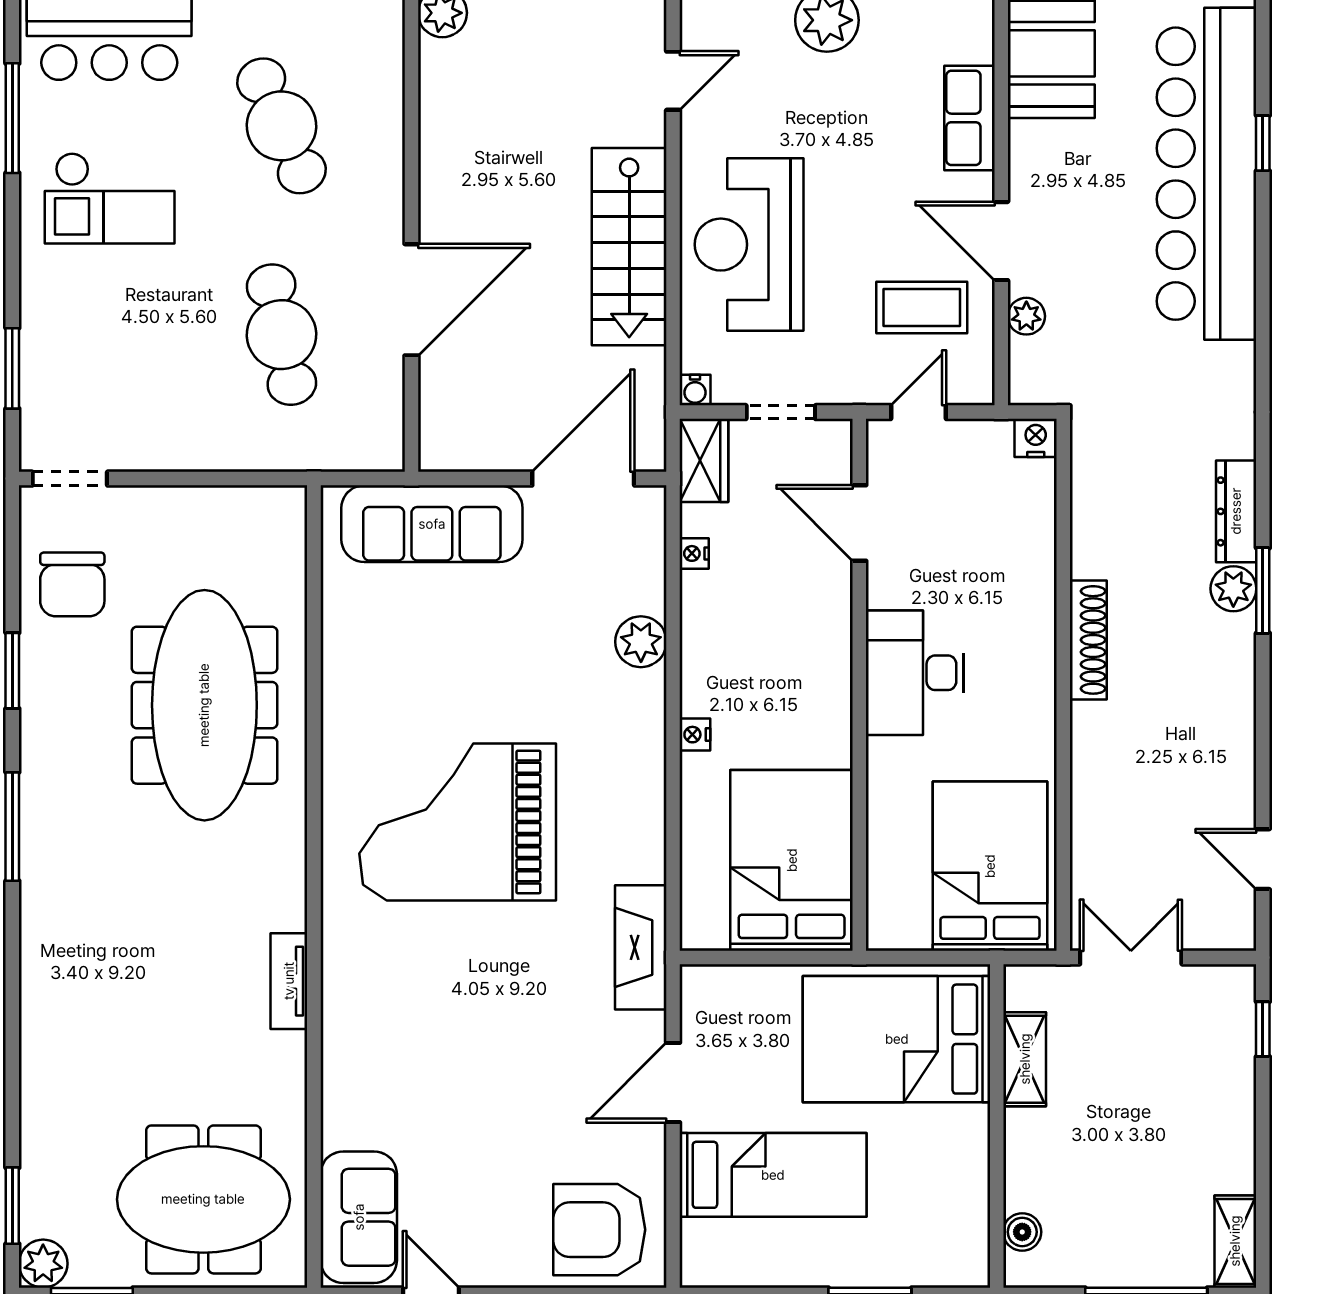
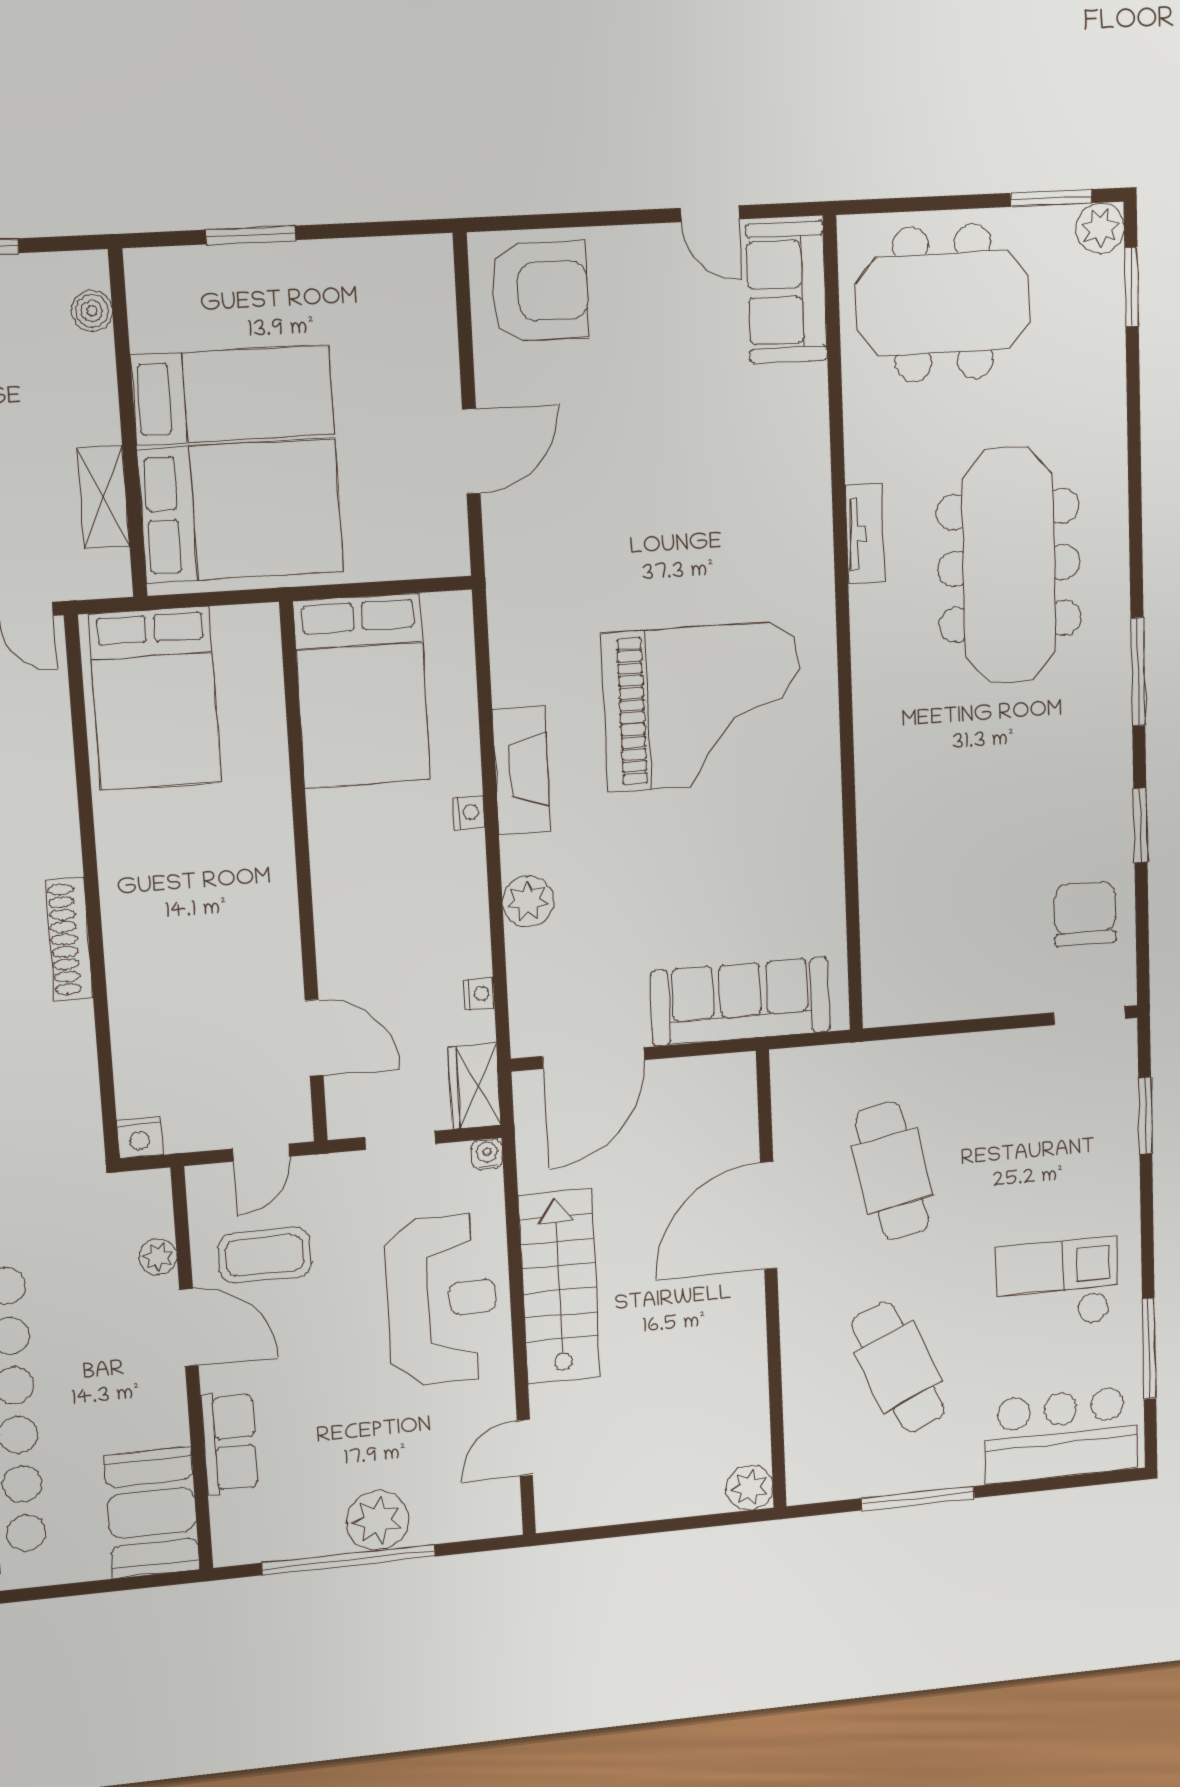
desk: (915, 673) -> (247, 892), removed
meeting table: (204, 705) -> (1009, 565), moved
fireplace: (641, 947) -> (521, 770), moved
bed: (773, 1175) -> (233, 395), moved, turned 180

